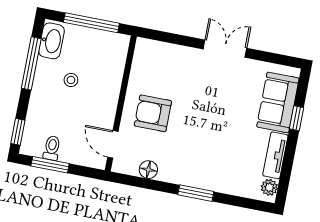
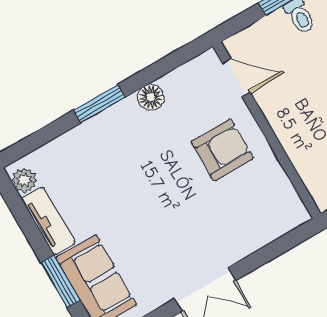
window: (296, 118) -> (61, 282), width x1.50
floor lamp: (148, 170) -> (151, 97), moved

